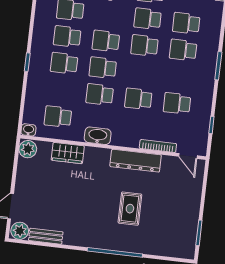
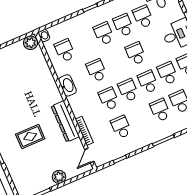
school desk: (103, 68) -> (128, 90), moved
wardrobe: (68, 153) -> (44, 72), removed
plant: (192, 203) -> (59, 177), added

